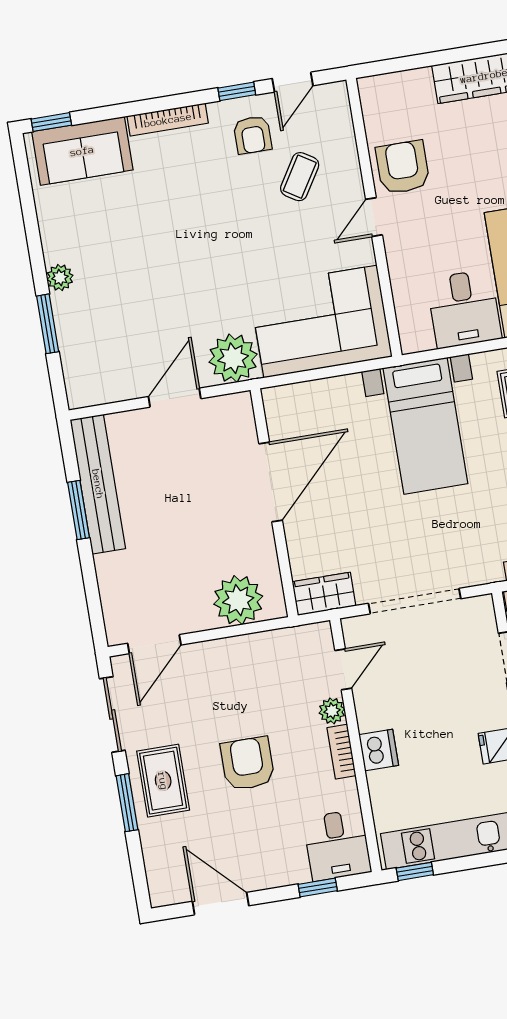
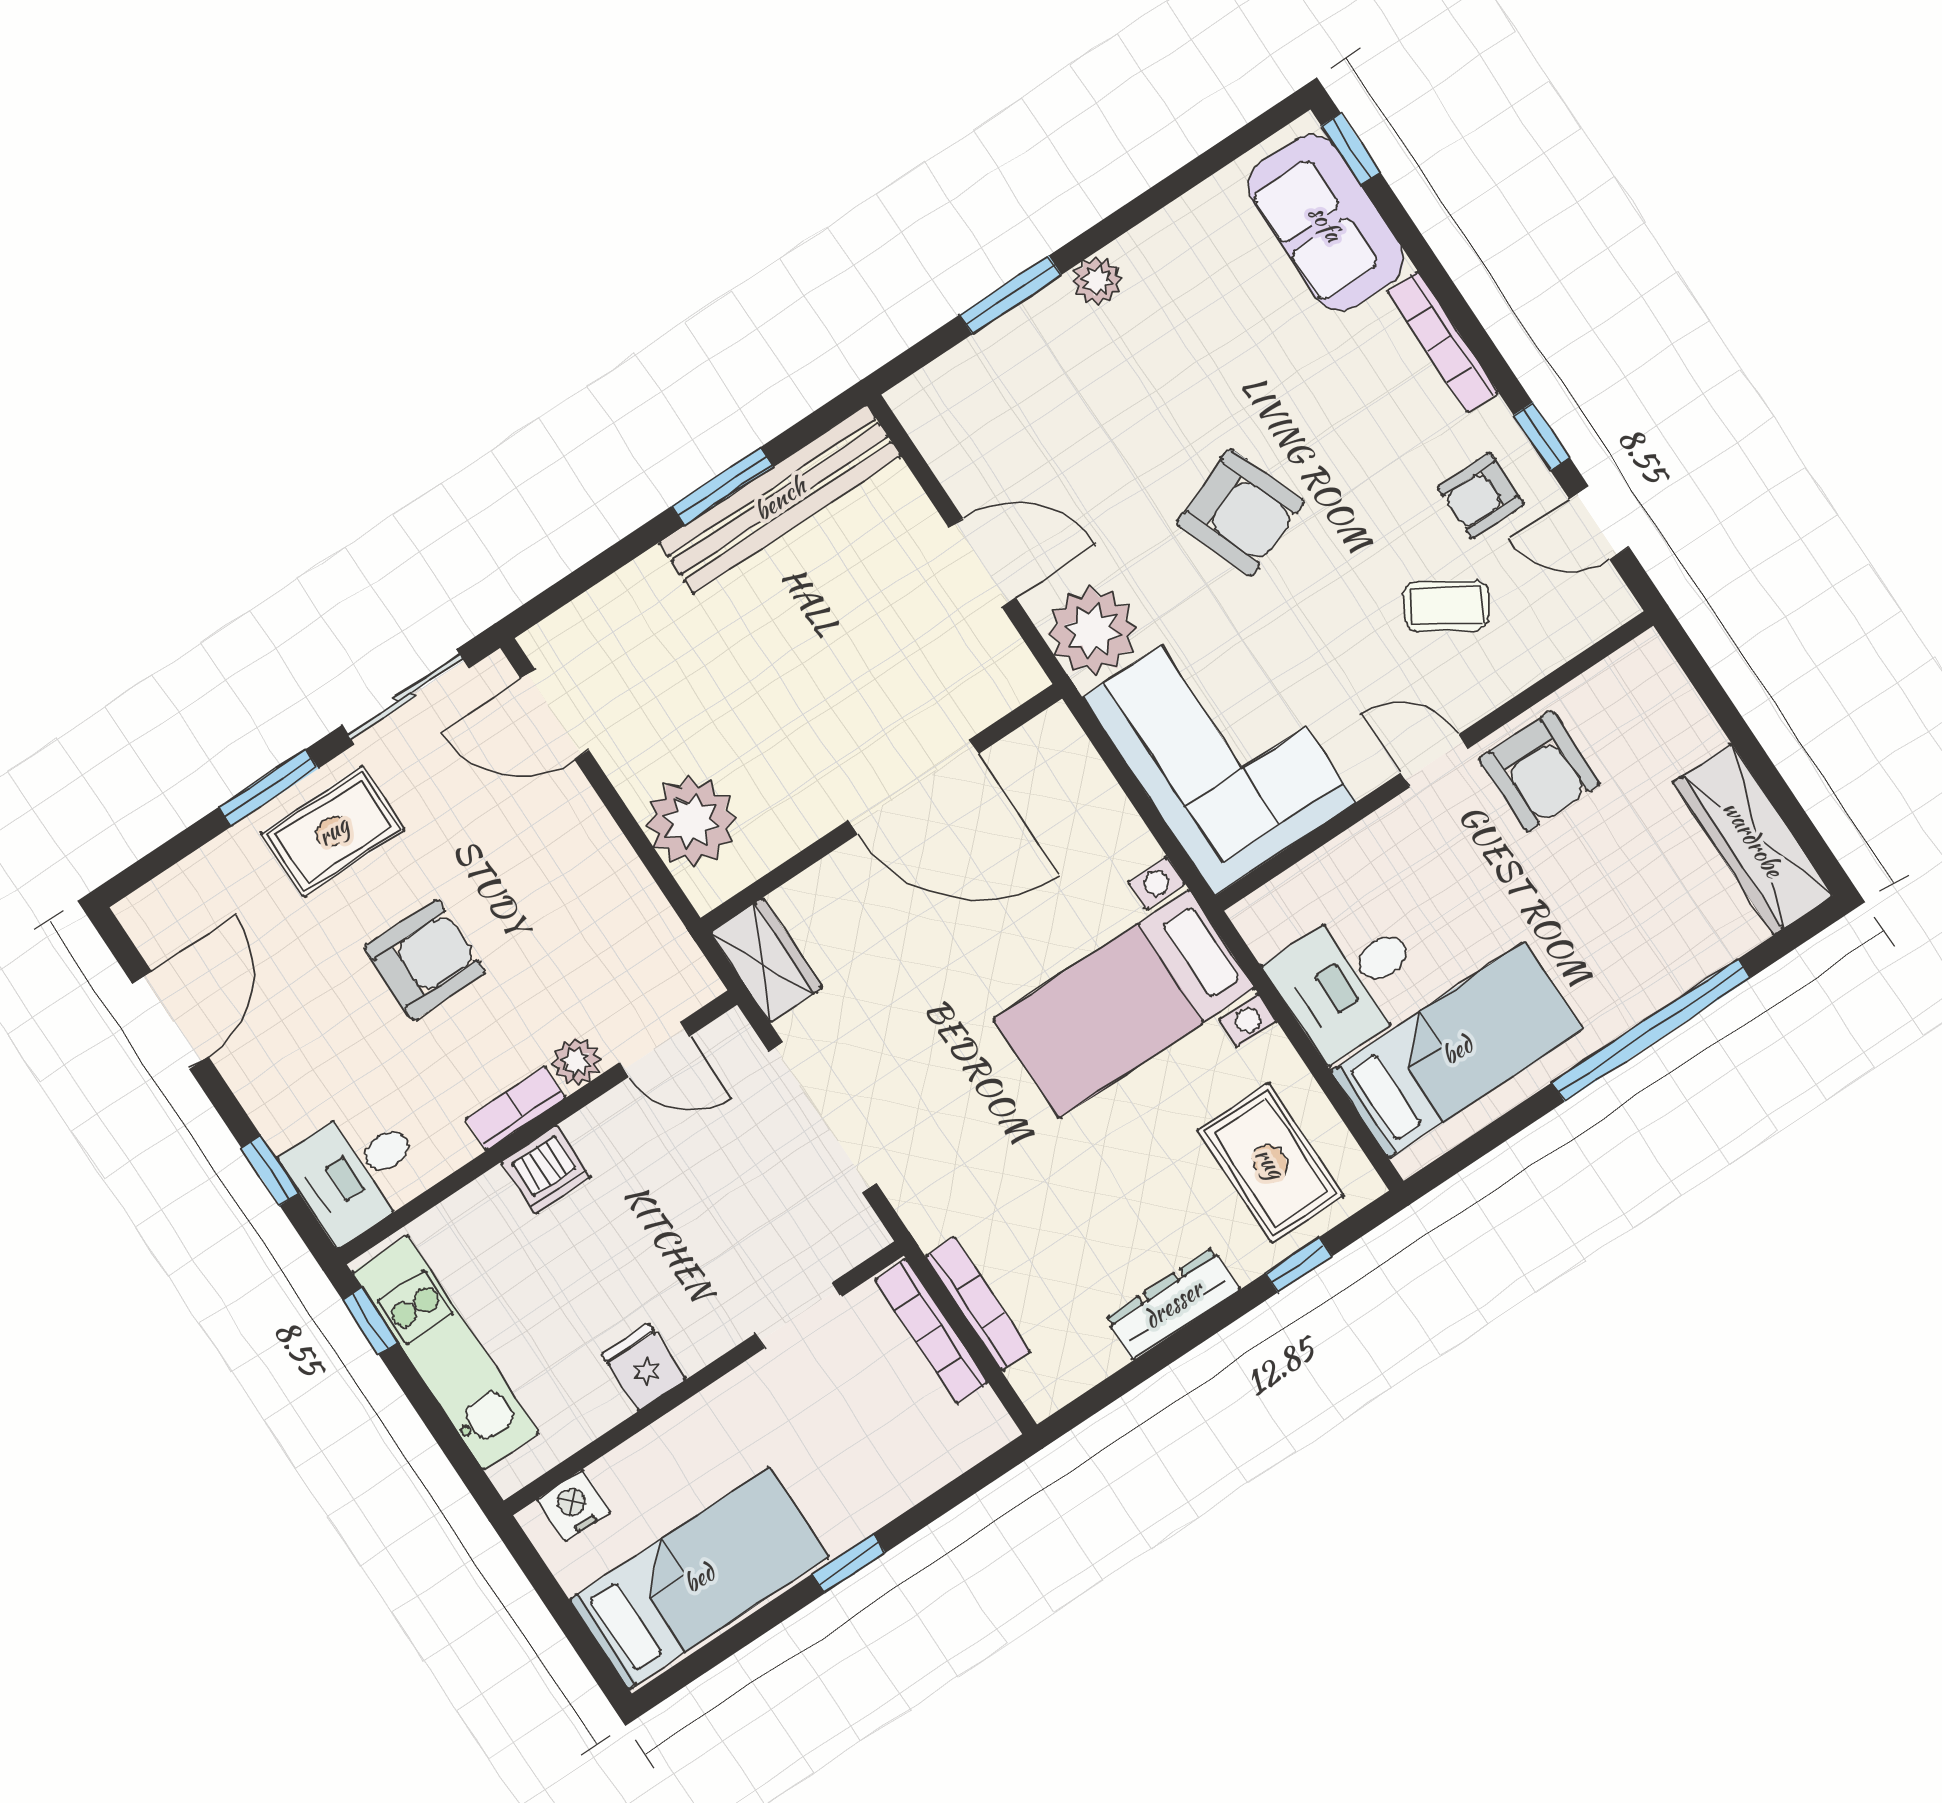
armchair: (403, 167) -> (1540, 771), turned 90
armchair: (207, 258) -> (1240, 513), added

